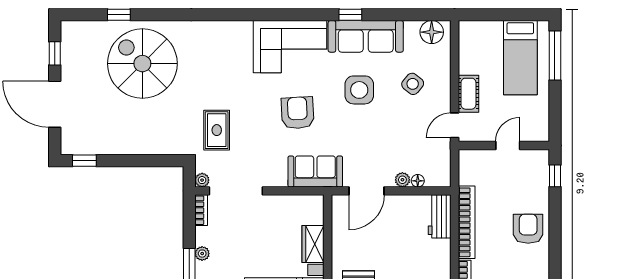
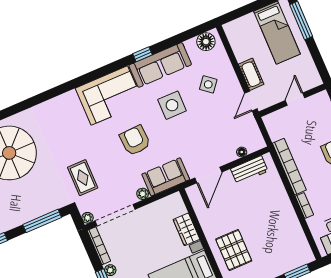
window: (147, 161) -> (42, 221), added
plant: (402, 180) -> (143, 194), moved
bookcase: (201, 210) -> (99, 246), width x1.56
workbench: (440, 216) -> (249, 170), moved, turned -90

